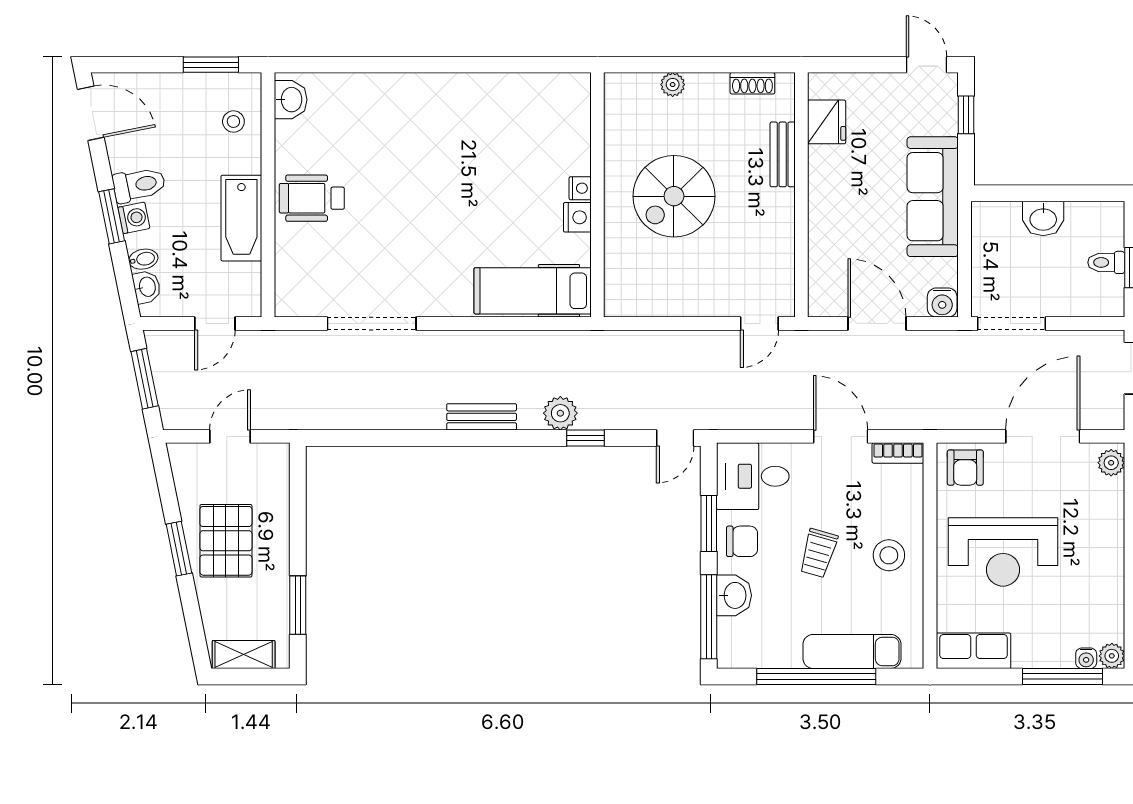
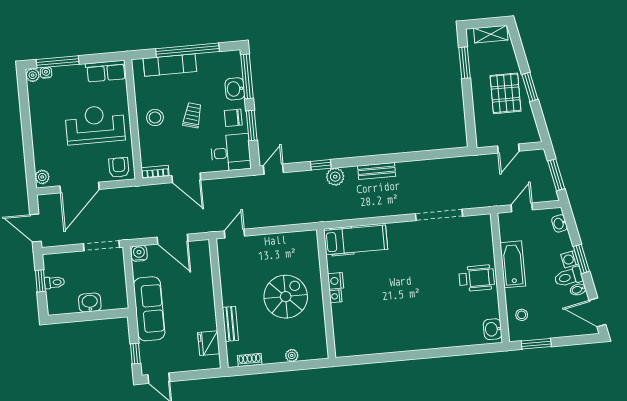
bidet: (143, 259) -> (578, 289), moved

